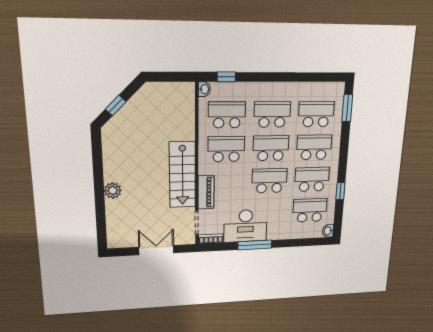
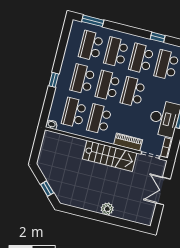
window: (226, 77) -> (54, 80), moved

